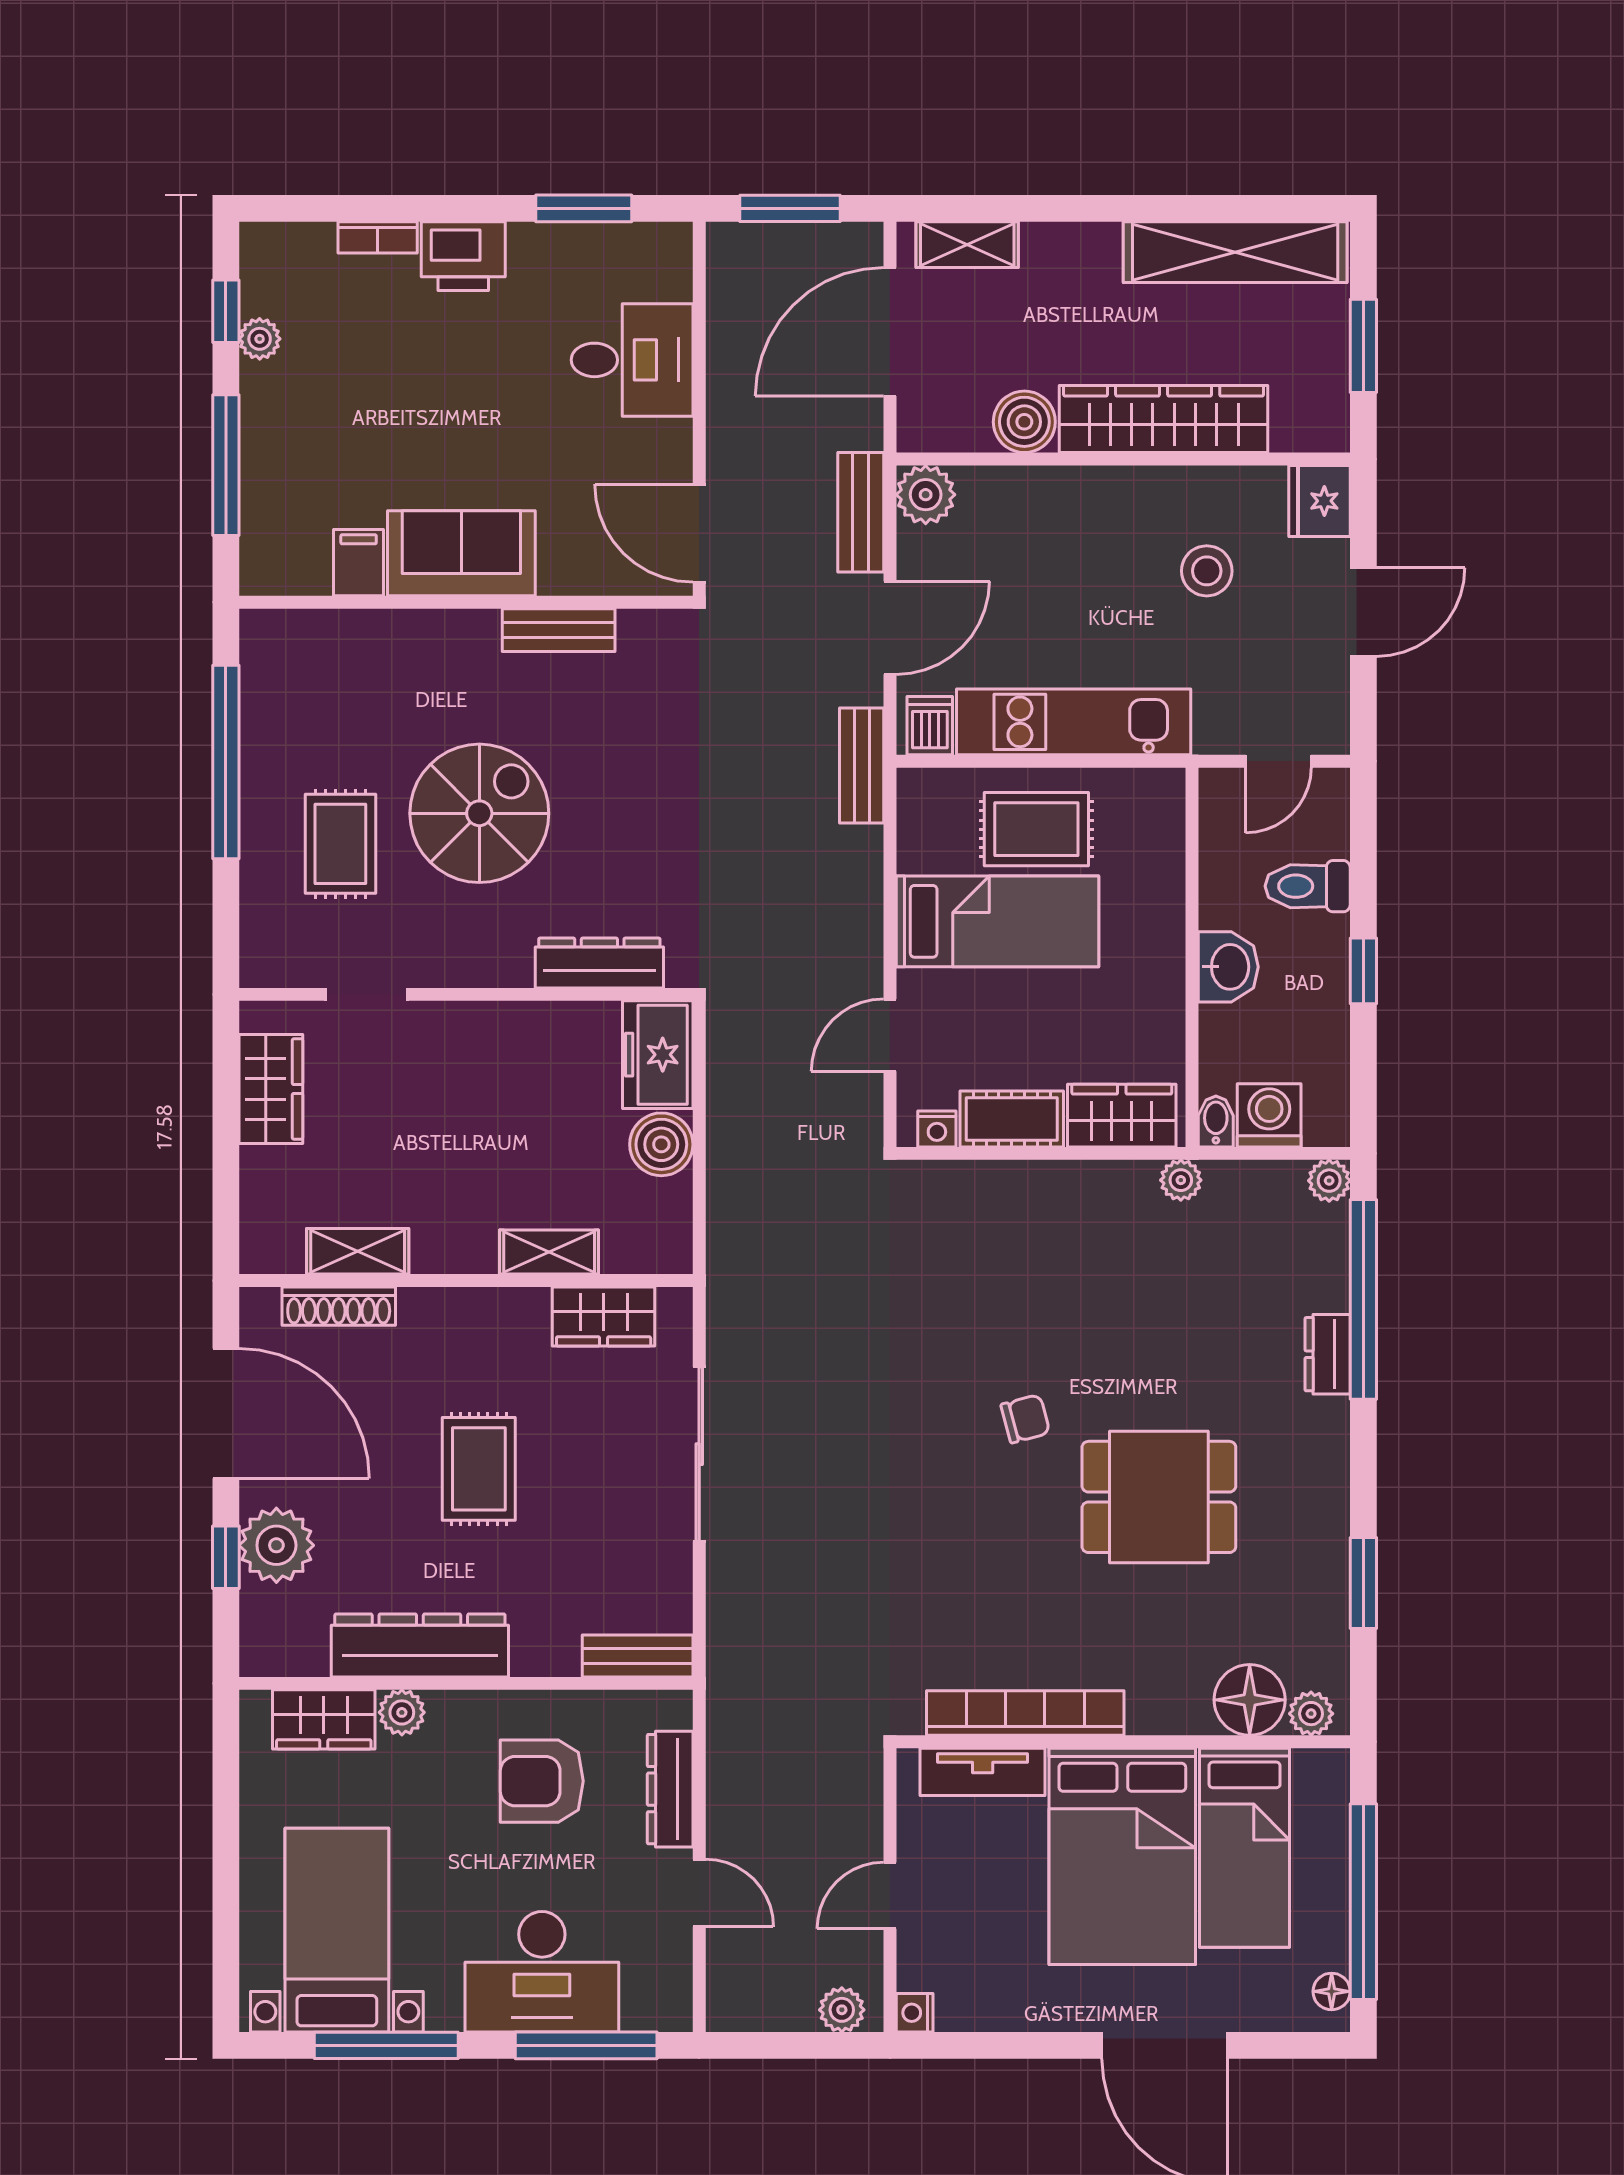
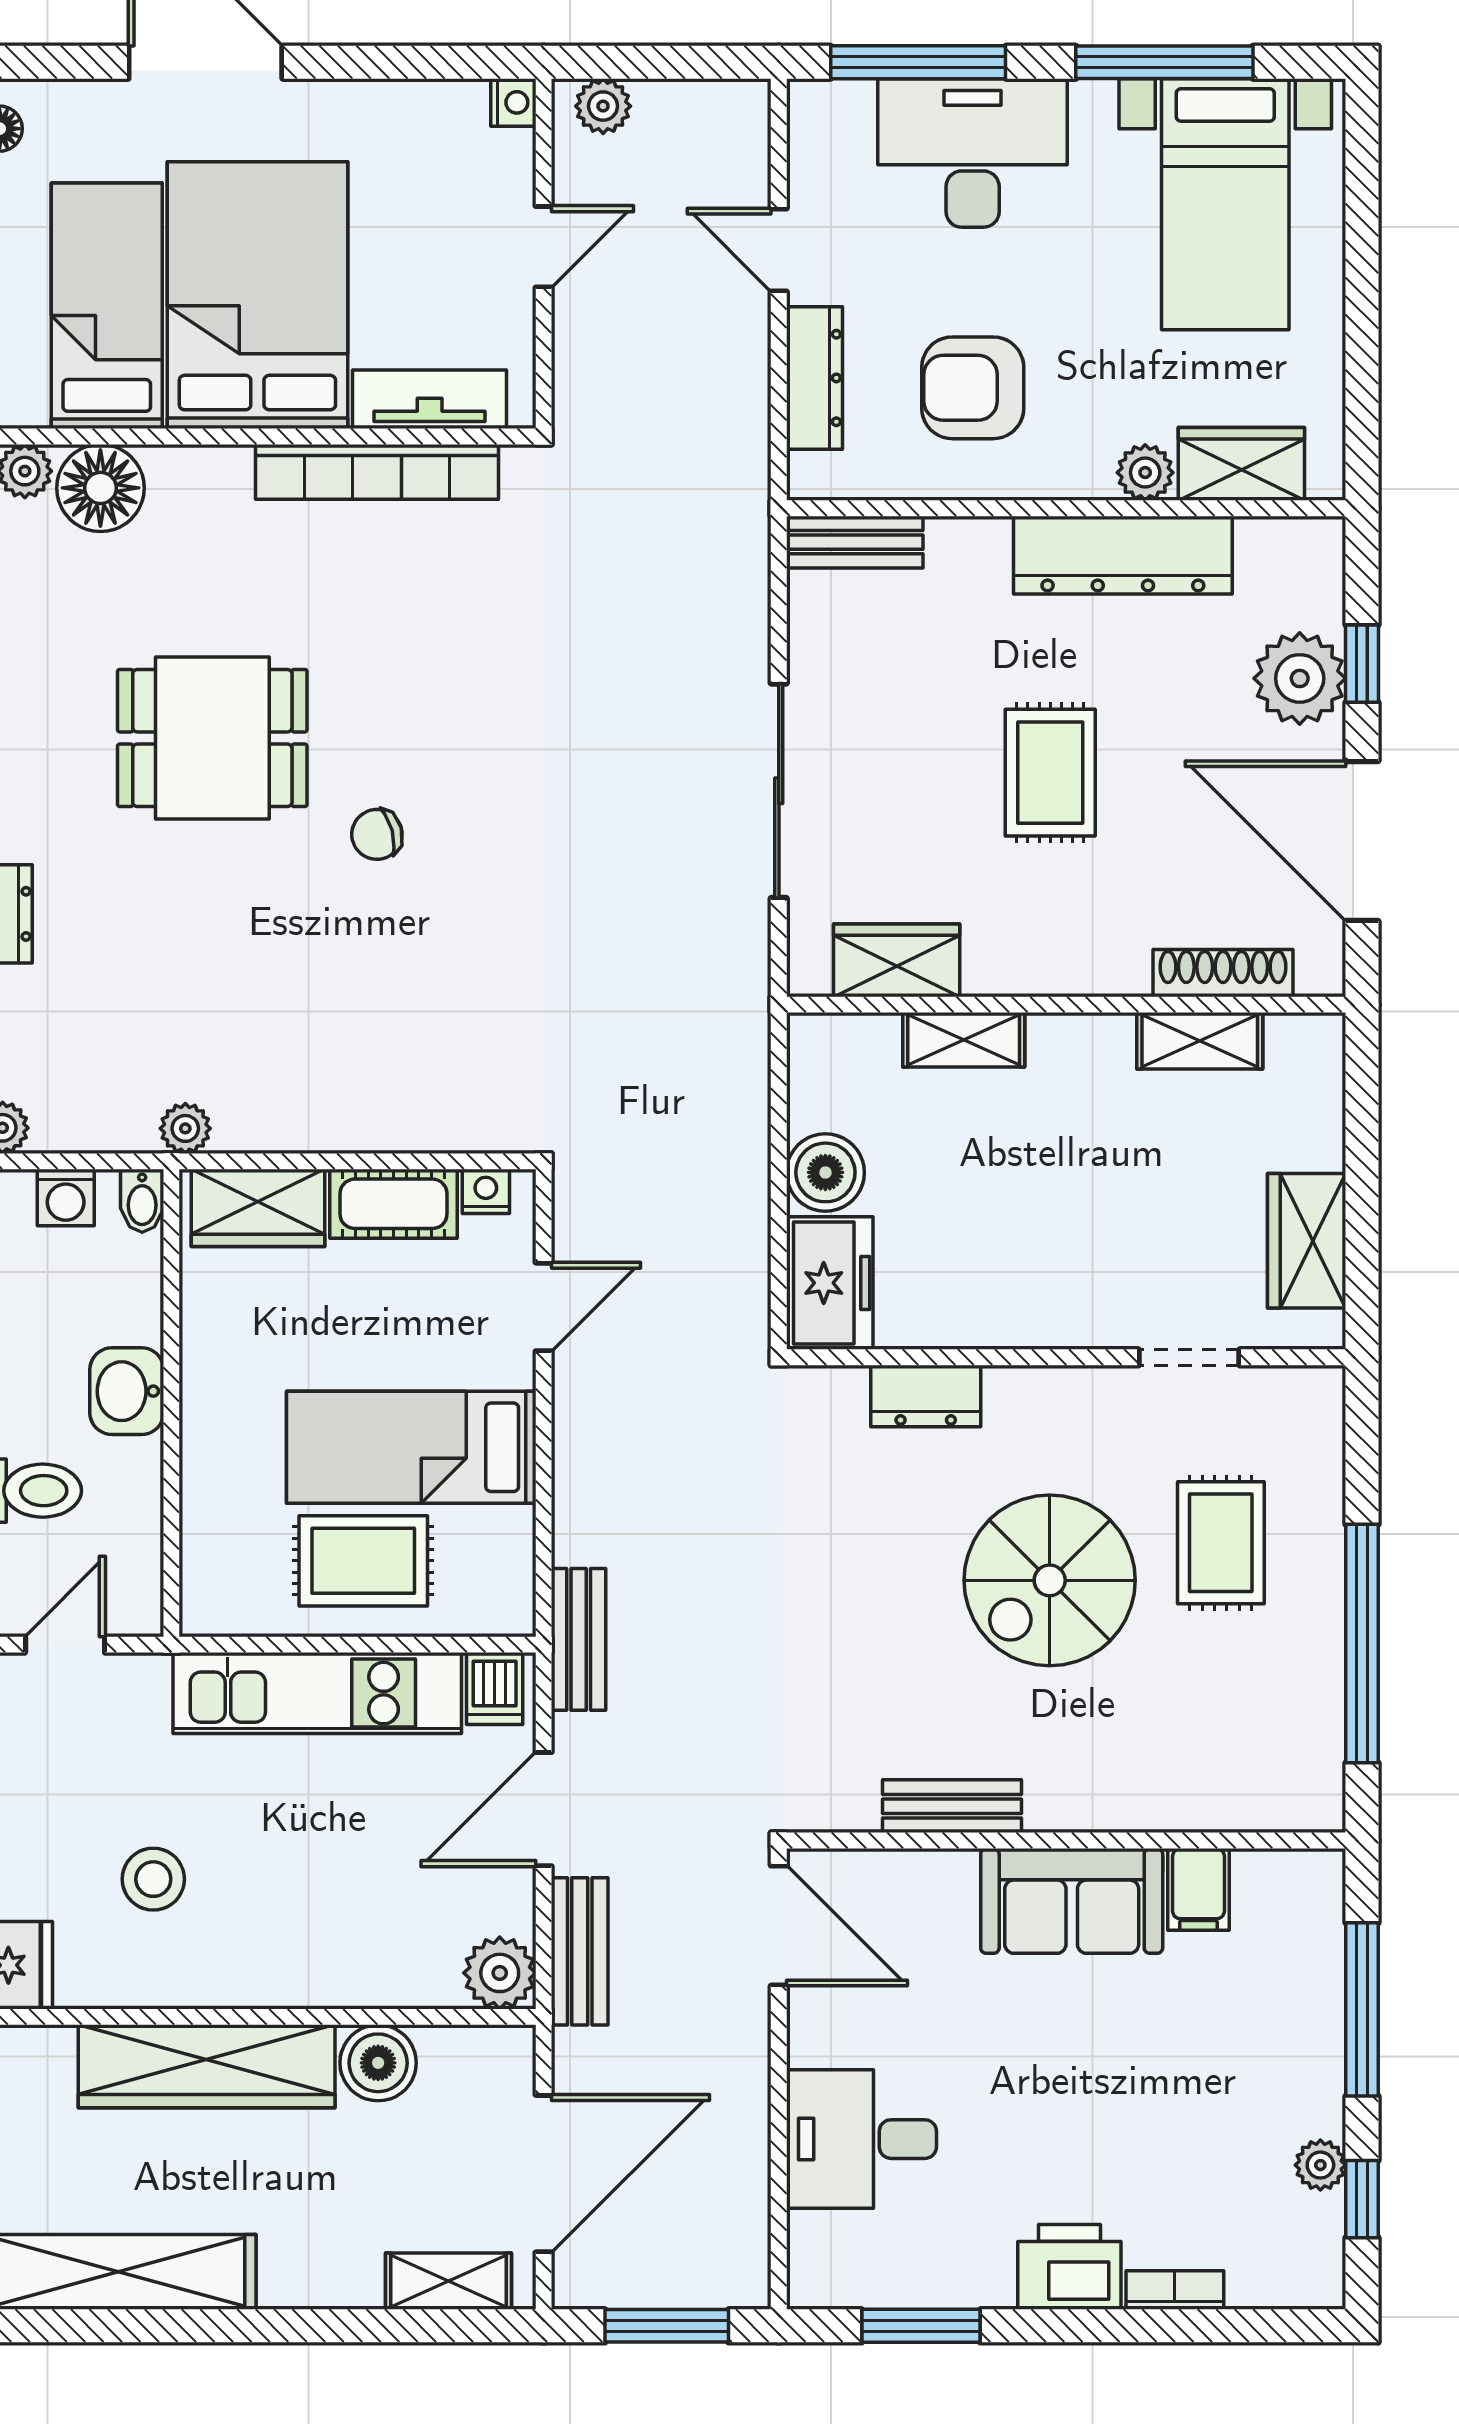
dresser: (599, 963) -> (926, 1396), width x0.70
washing machine: (1269, 1115) -> (66, 1198), width x0.73, depth x0.73
armchair: (542, 1781) -> (973, 388), turned 180

